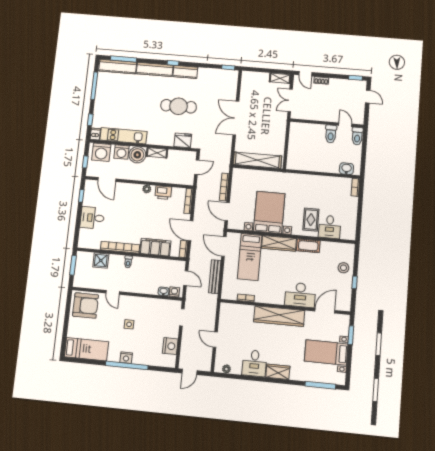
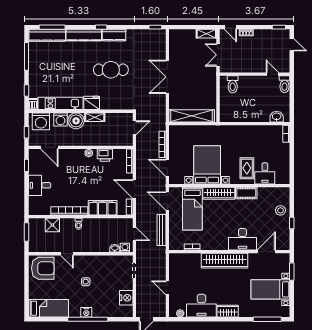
toilet: (331, 134) -> (233, 84), moved
fridge: (183, 140) -> (92, 103), moved
desk: (254, 363) -> (201, 306), width x1.37

